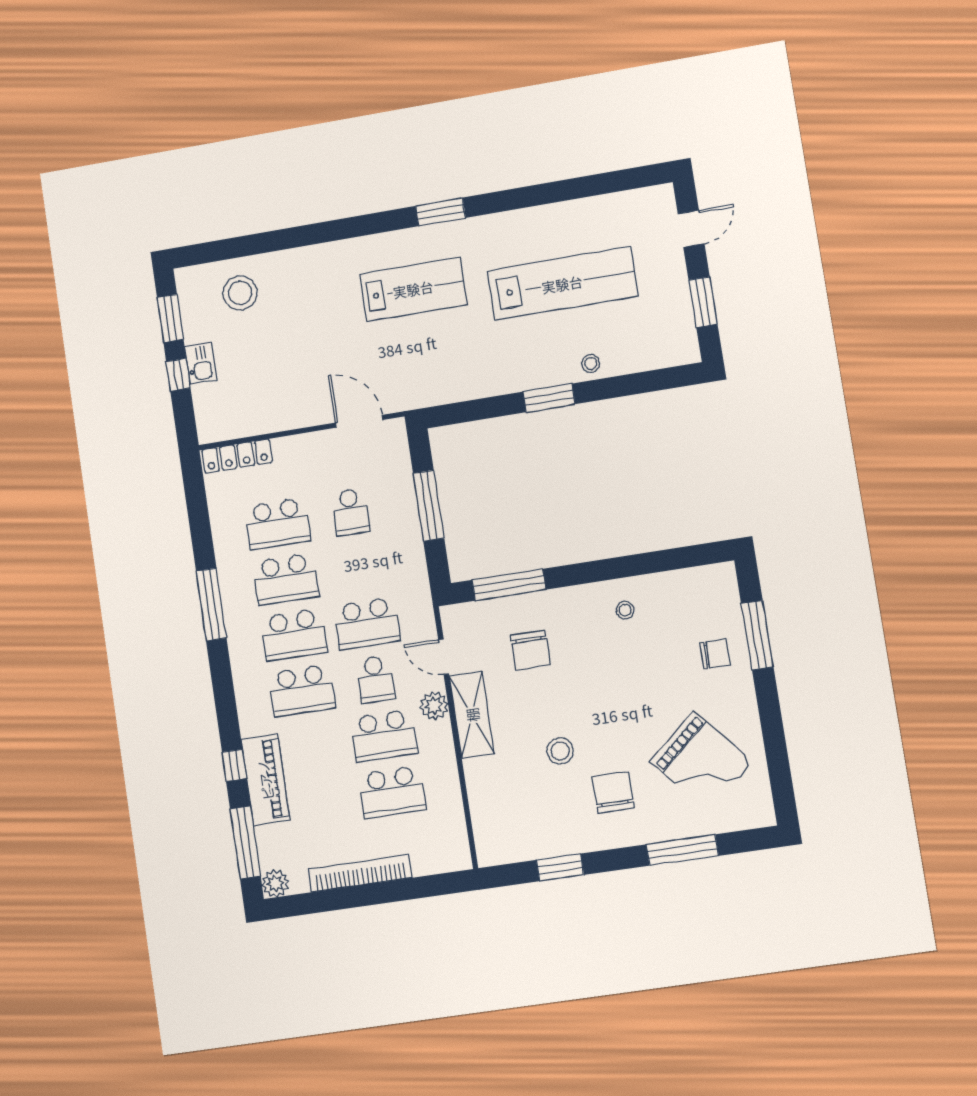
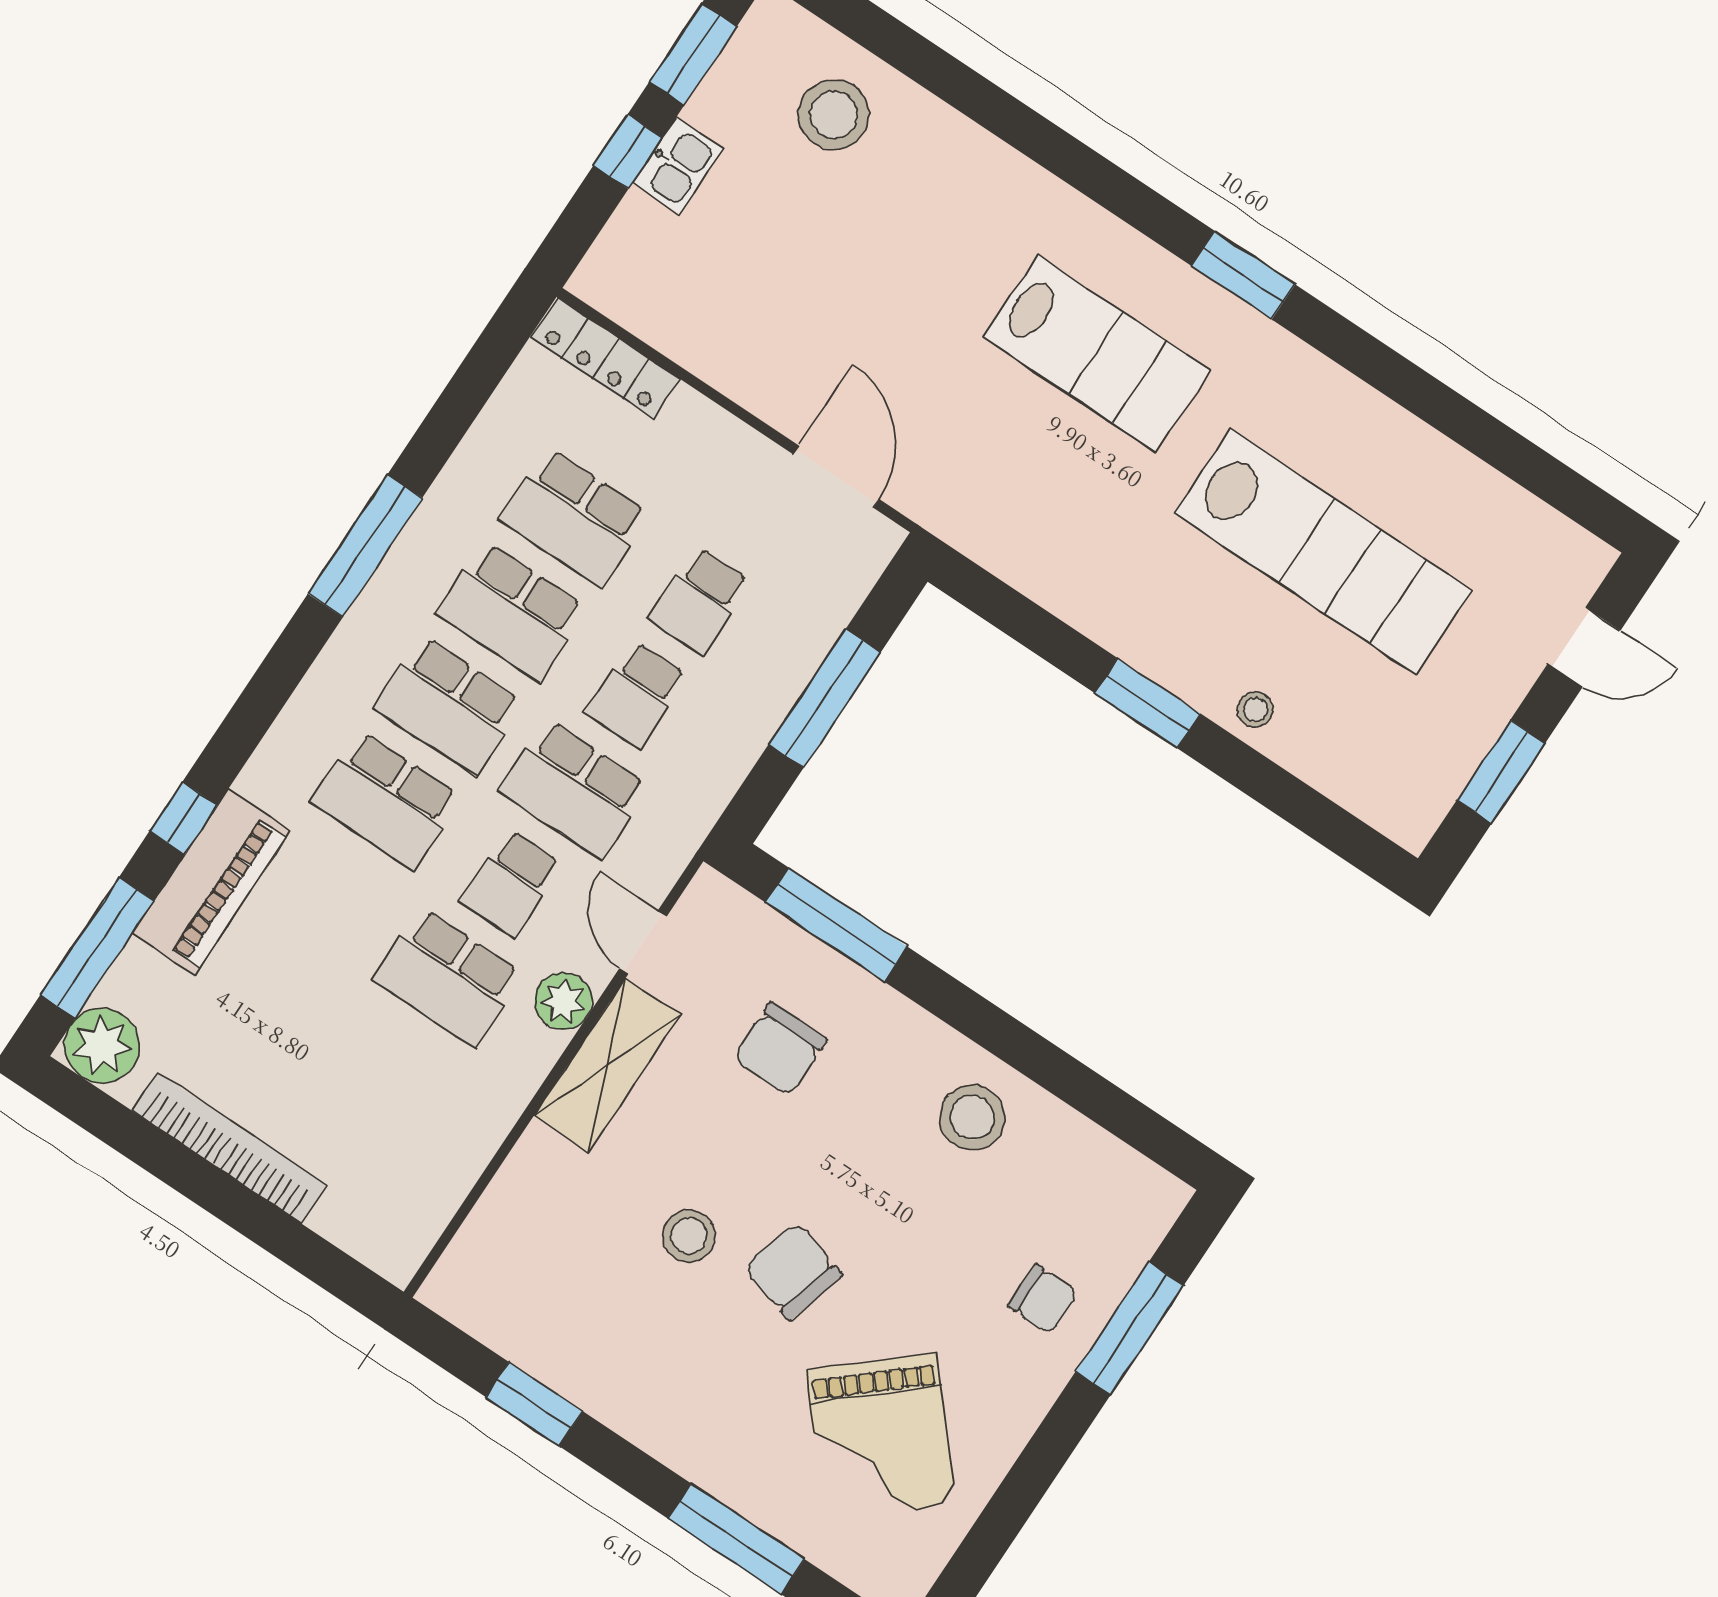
stool: (625, 610) -> (972, 1117), width x1.89, depth x1.89
school desk: (392, 792) -> (637, 695), moved, width x0.54
chair: (613, 793) -> (793, 1271), moved, turned -74
plant: (275, 883) -> (102, 1046), width x1.36, depth x1.36

